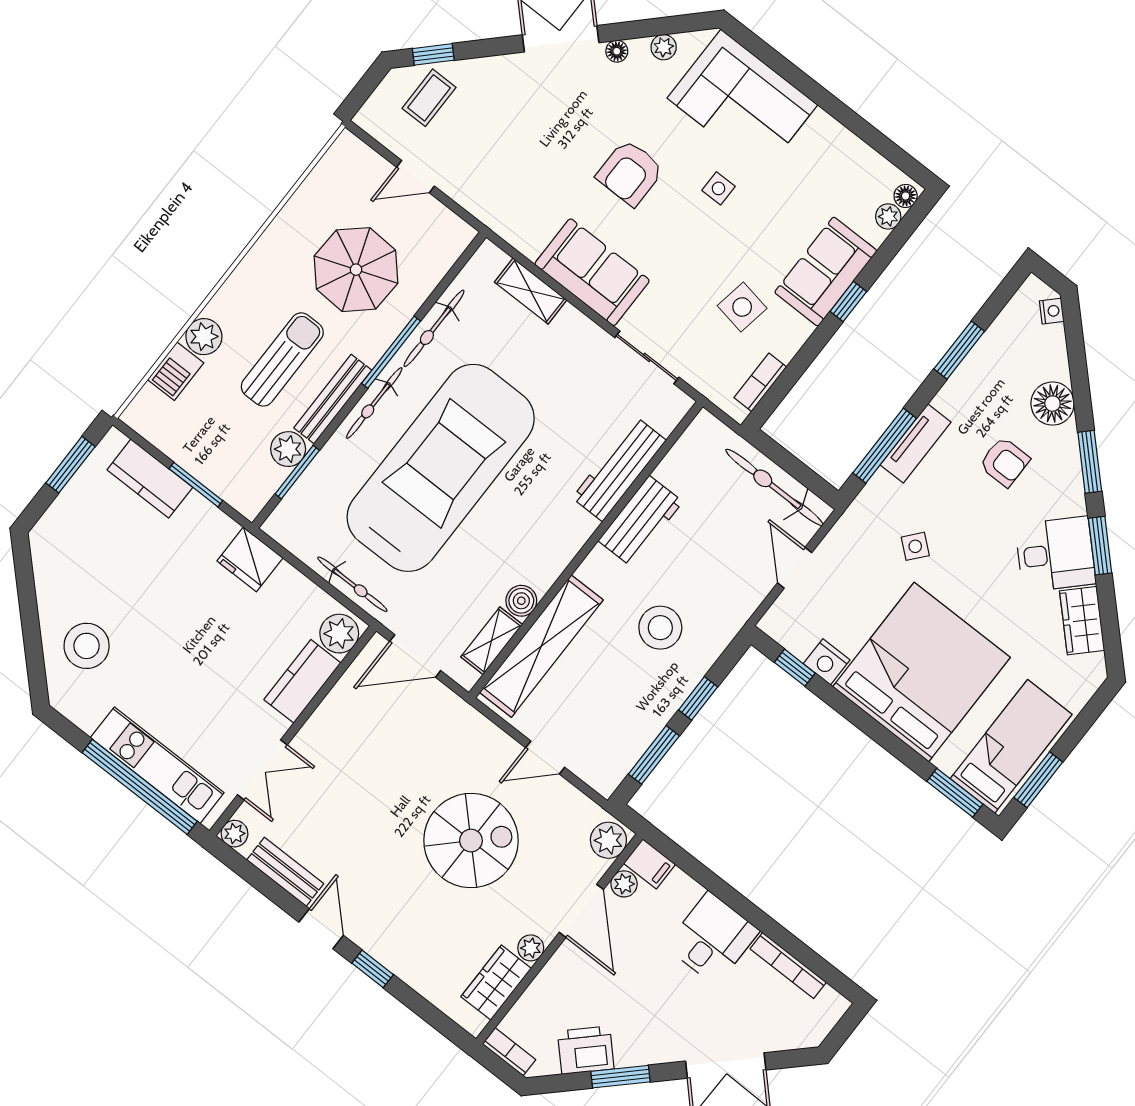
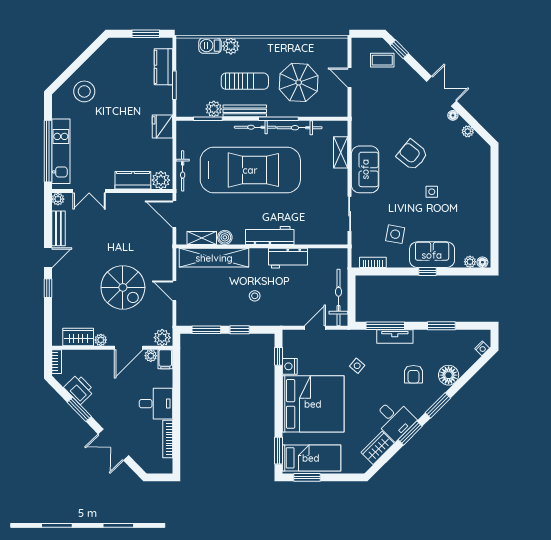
corner sofa: (742, 101) -> (470, 176), removed
armchair: (630, 173) -> (412, 155), turned 39
workbench: (619, 469) -> (270, 235), moved
stool: (660, 628) -> (255, 296), width x0.53, depth x0.53

